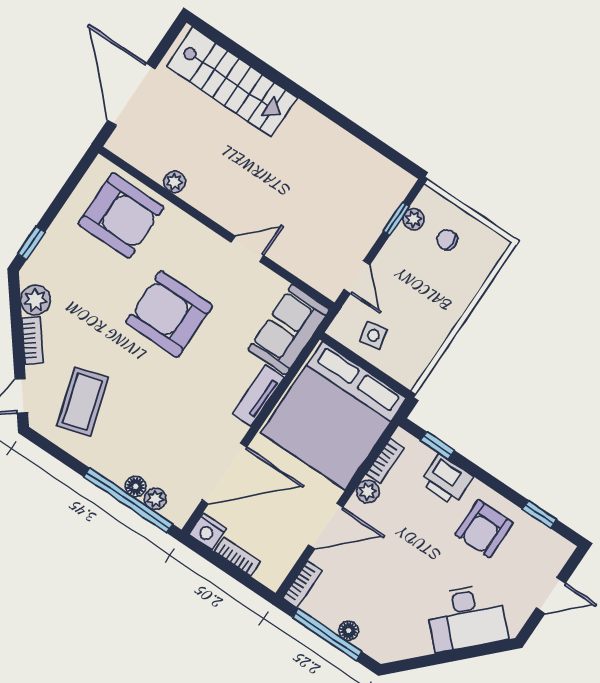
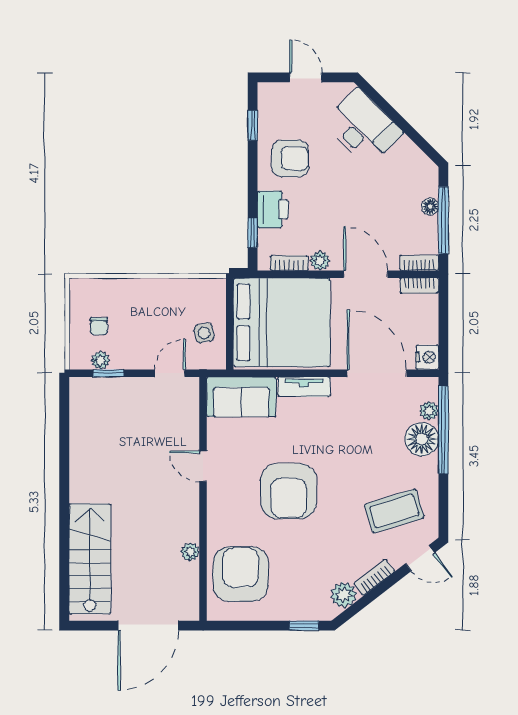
floor lamp: (136, 486) -> (422, 439), width x1.89, depth x1.89
bookcase: (237, 556) -> (419, 286), moved, turned -90

